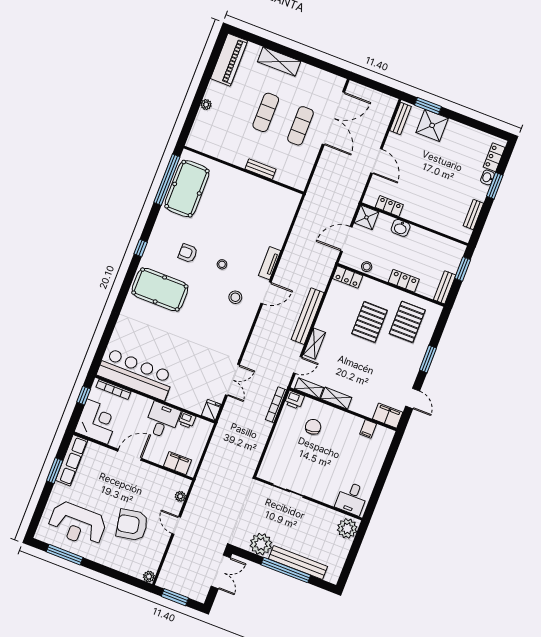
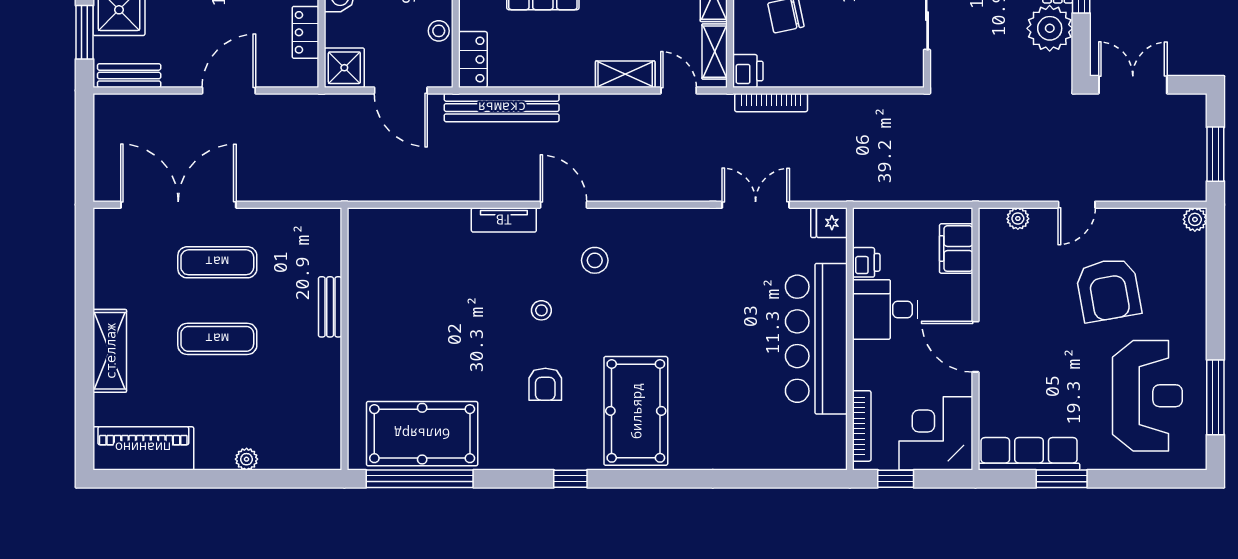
bench: (308, 316) -> (502, 108), moved
bar counter: (136, 374) -> (816, 339), moved

